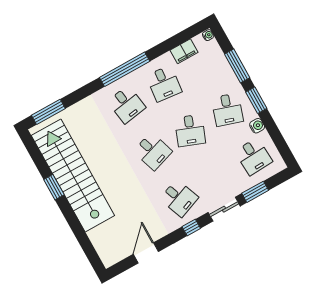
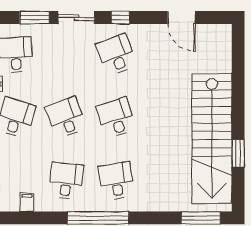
filing cabinet: (184, 51) -> (27, 202), width x0.50
desk: (190, 130) -> (66, 118), turned -42
window: (54, 187) -> (238, 153), moved
door: (146, 253) -> (181, 17), hinge flipped

